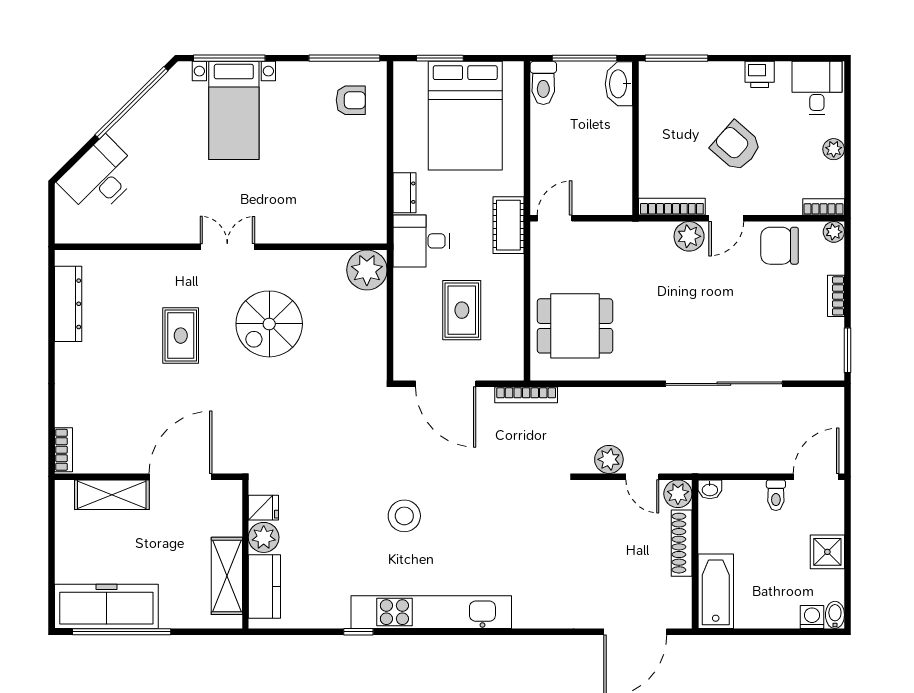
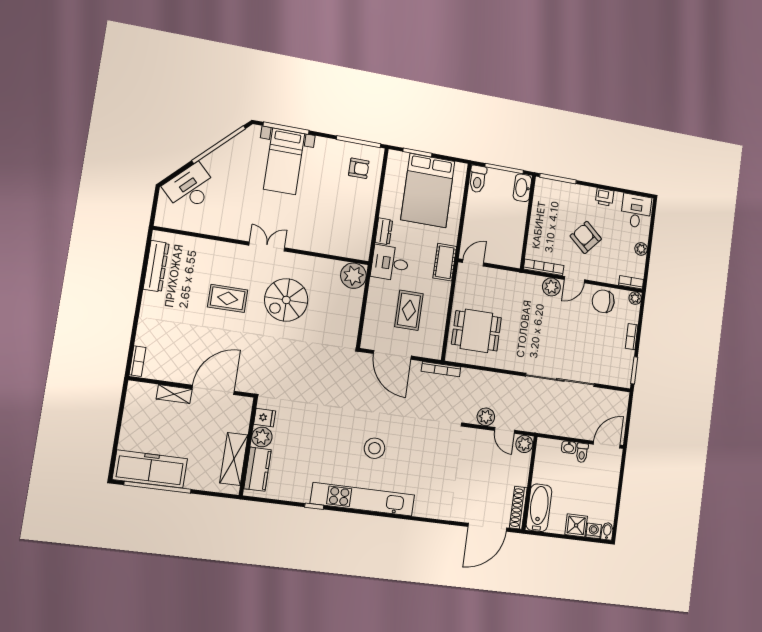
rug: (181, 336) -> (228, 298), turned 90
washbasin: (710, 489) -> (569, 447), moved
shelving: (112, 495) -> (174, 394), width x0.67, depth x0.75
stool: (404, 516) -> (374, 448), moved
shoe rack: (682, 543) -> (518, 508), moved
shower: (827, 552) -> (576, 525), moved

